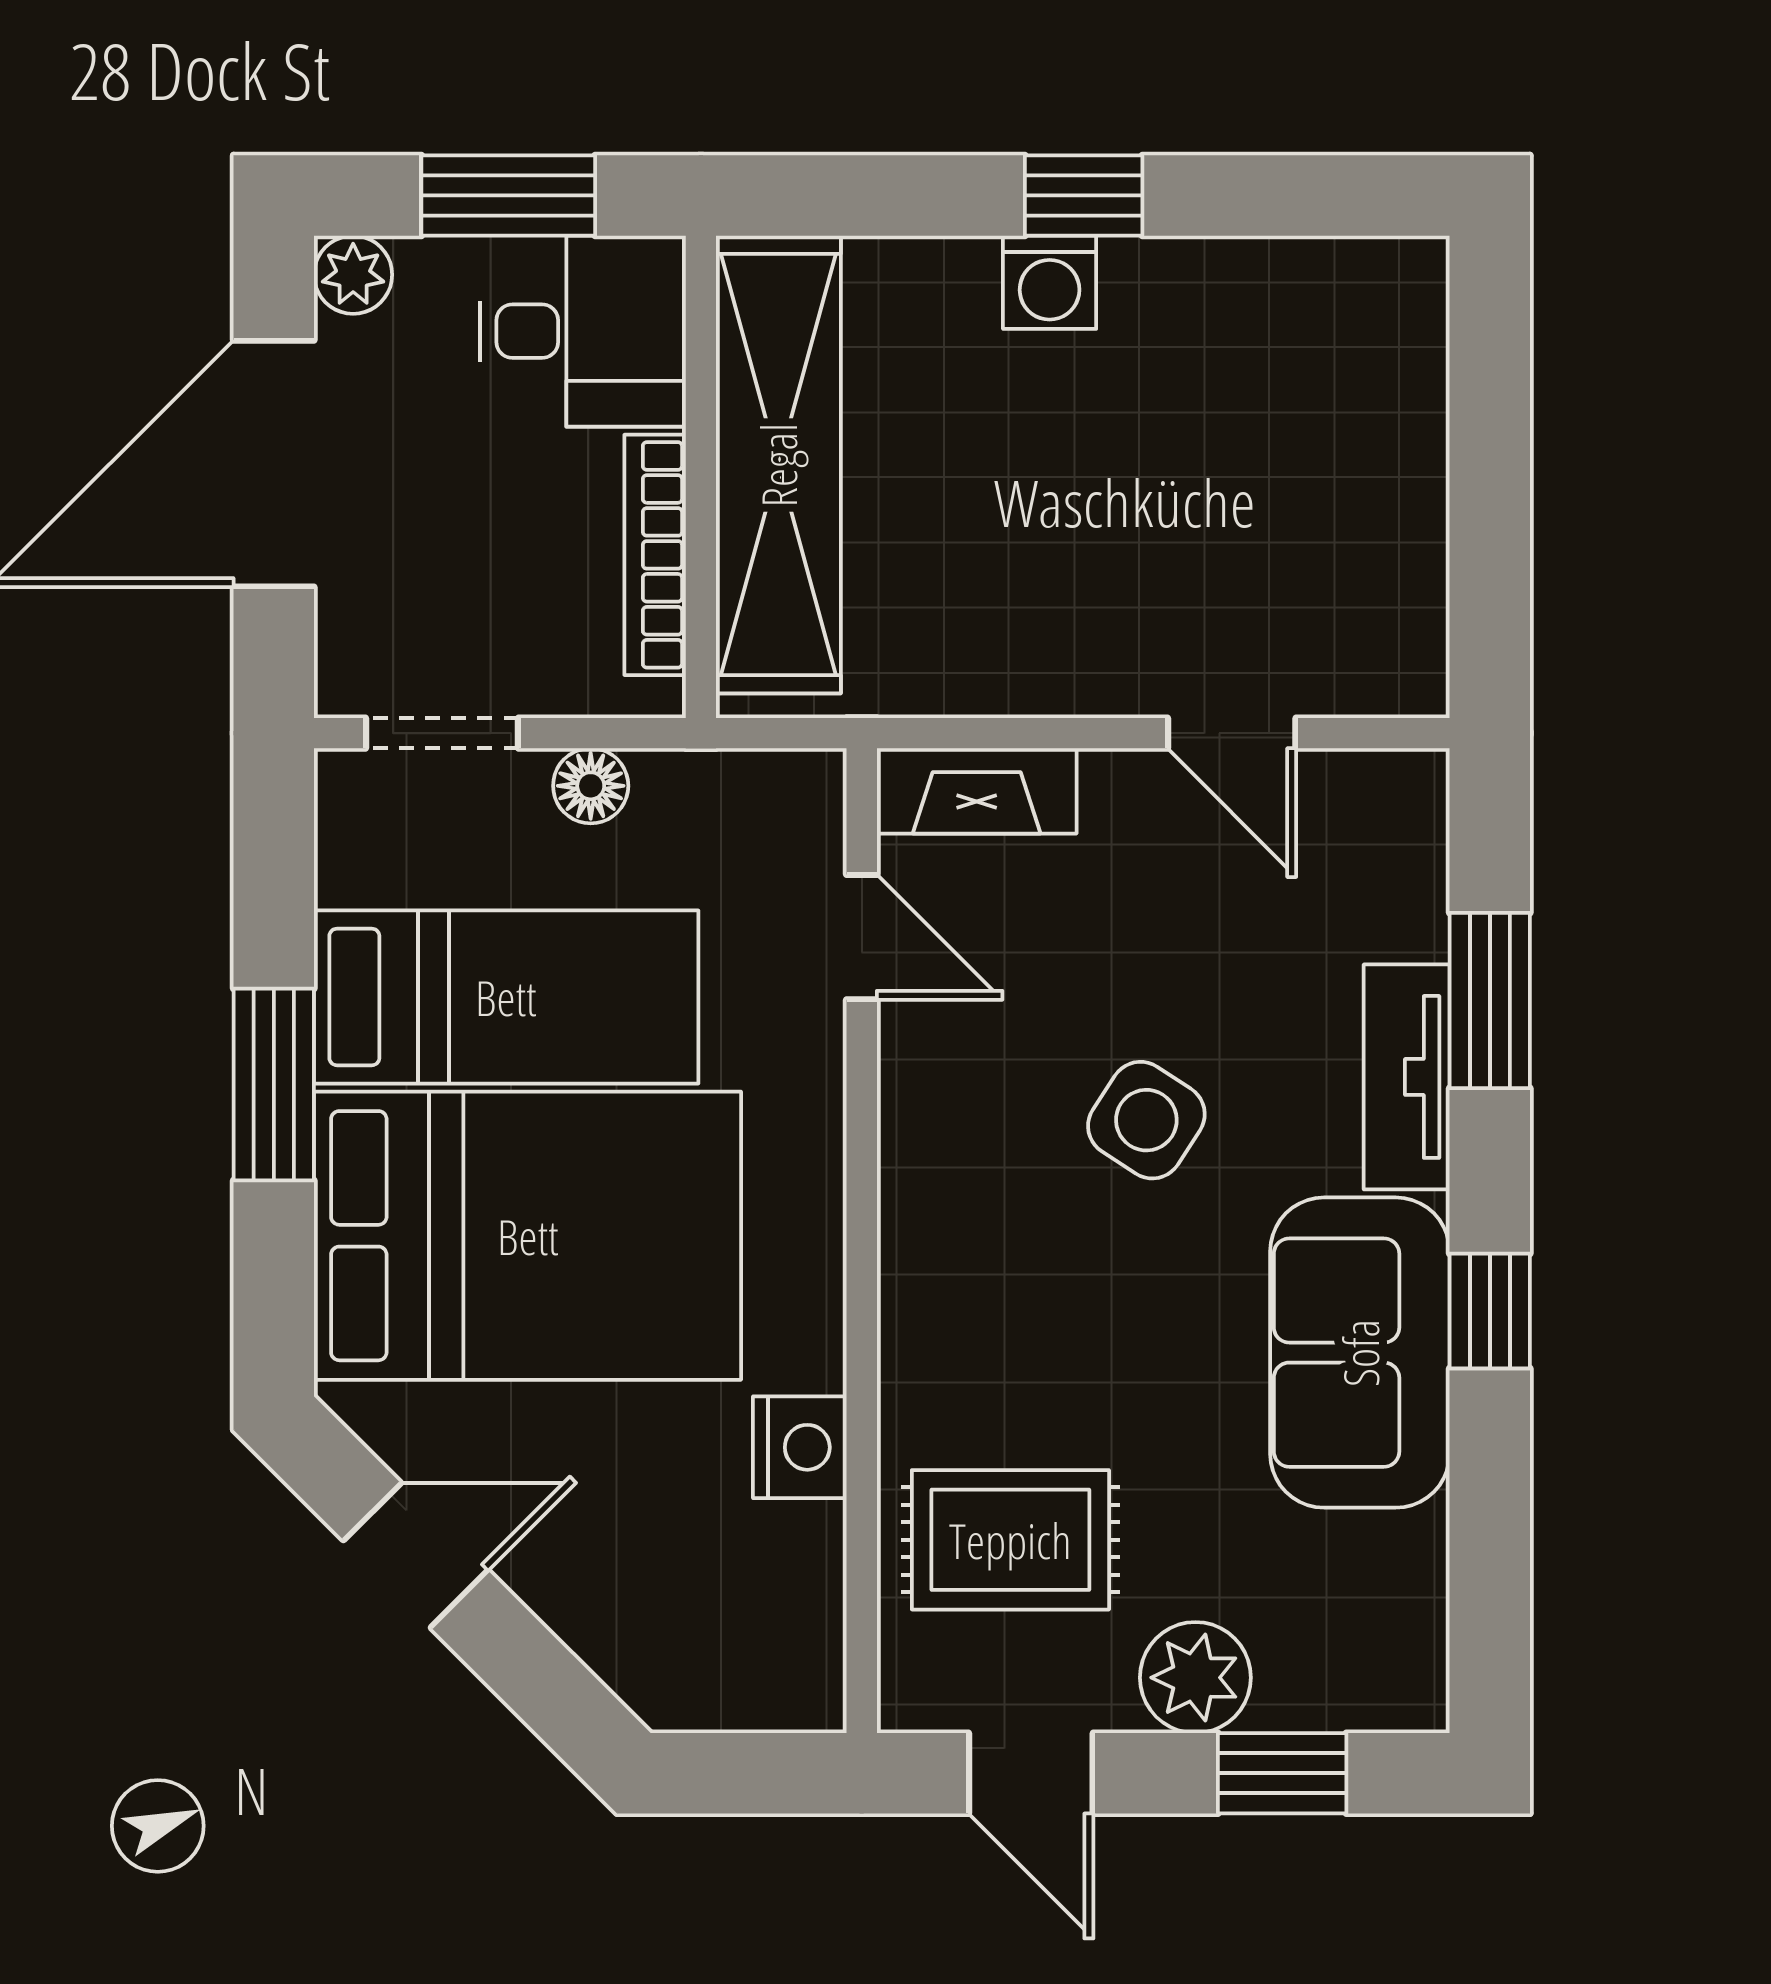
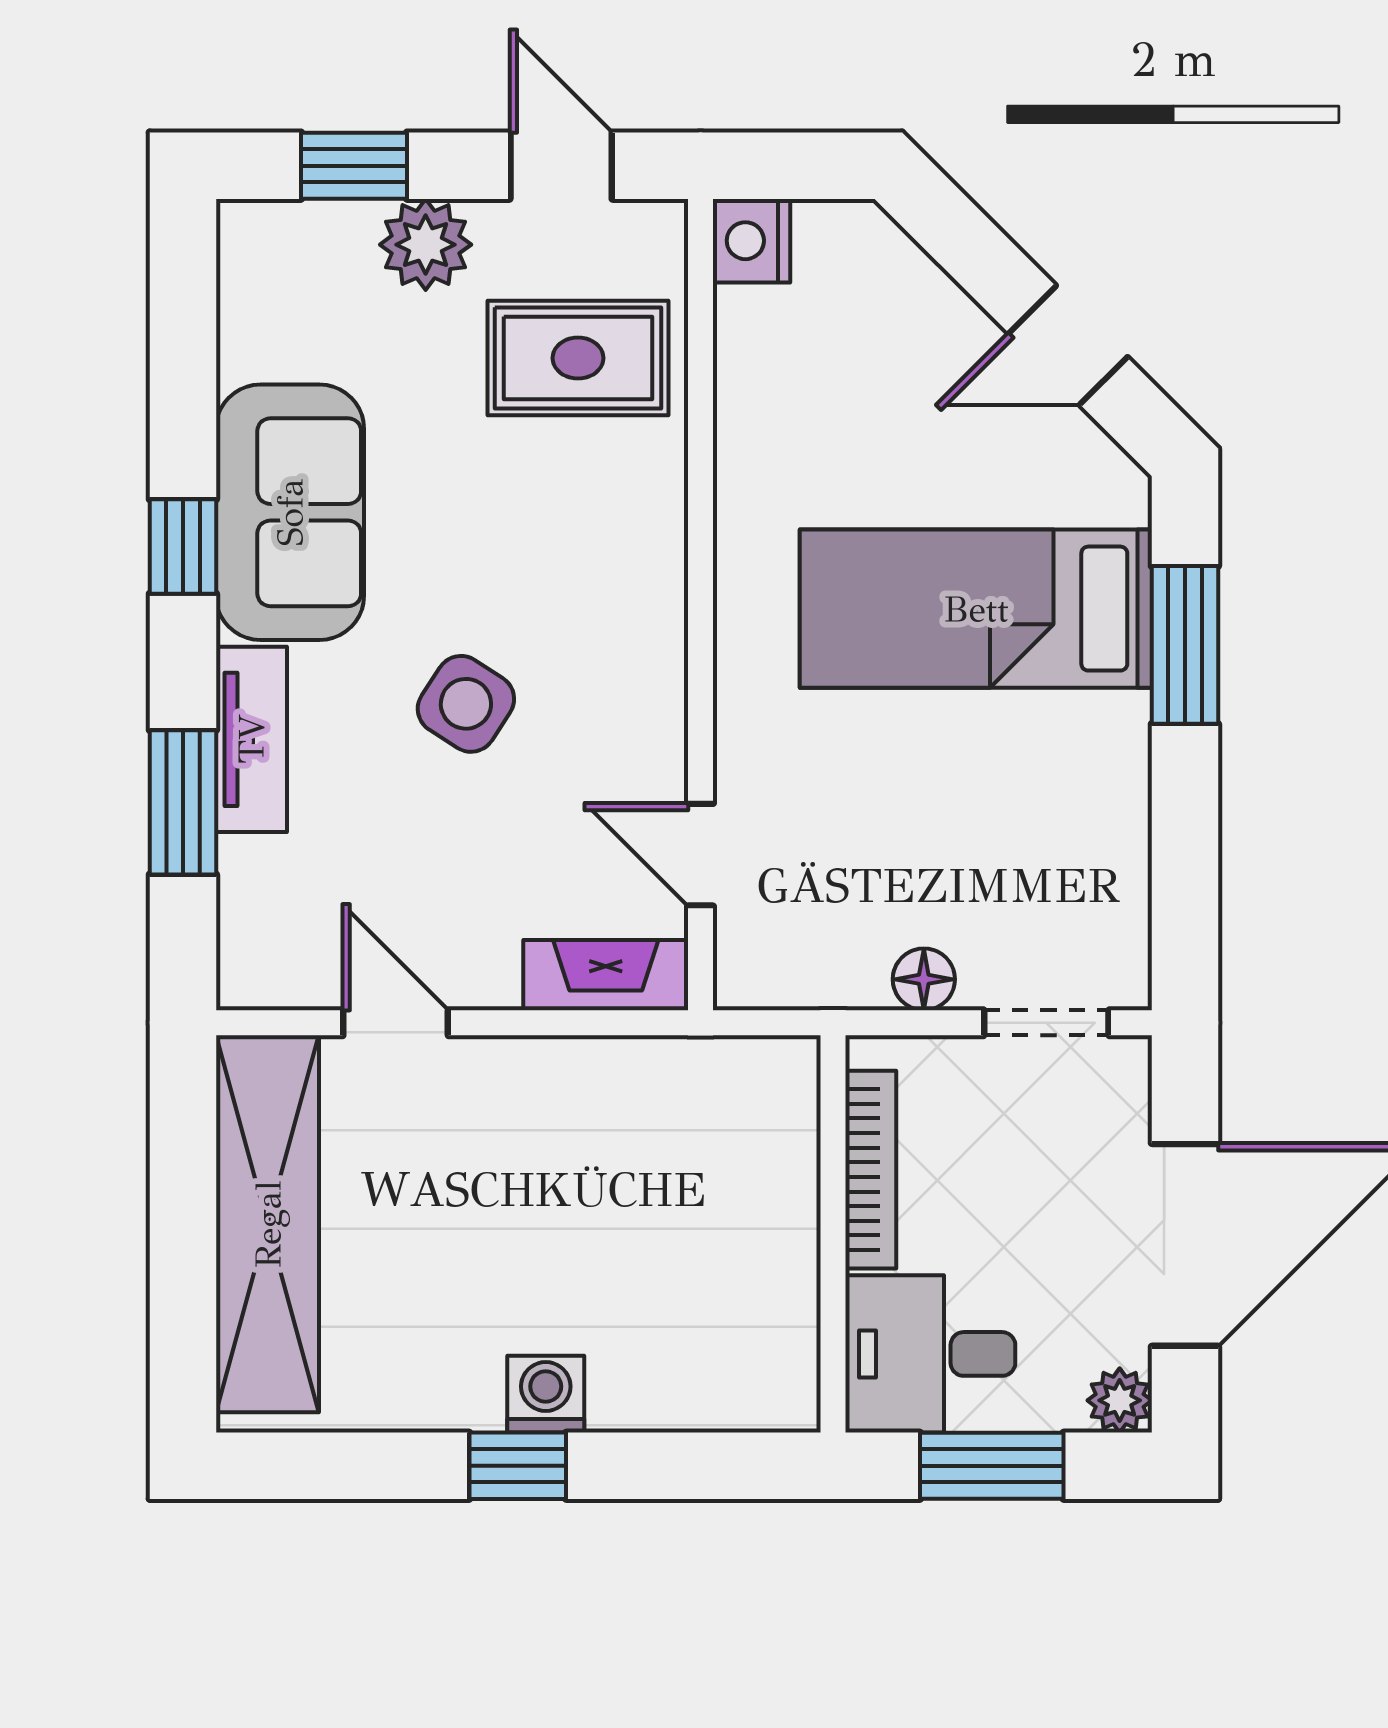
shelving: (778, 465) -> (268, 1224), moved
bed: (506, 997) -> (993, 805), removed
window: (274, 1085) -> (1185, 645), moved
bed: (528, 1236) -> (976, 609), width x0.67
nightstand: (800, 1447) -> (752, 241), moved

